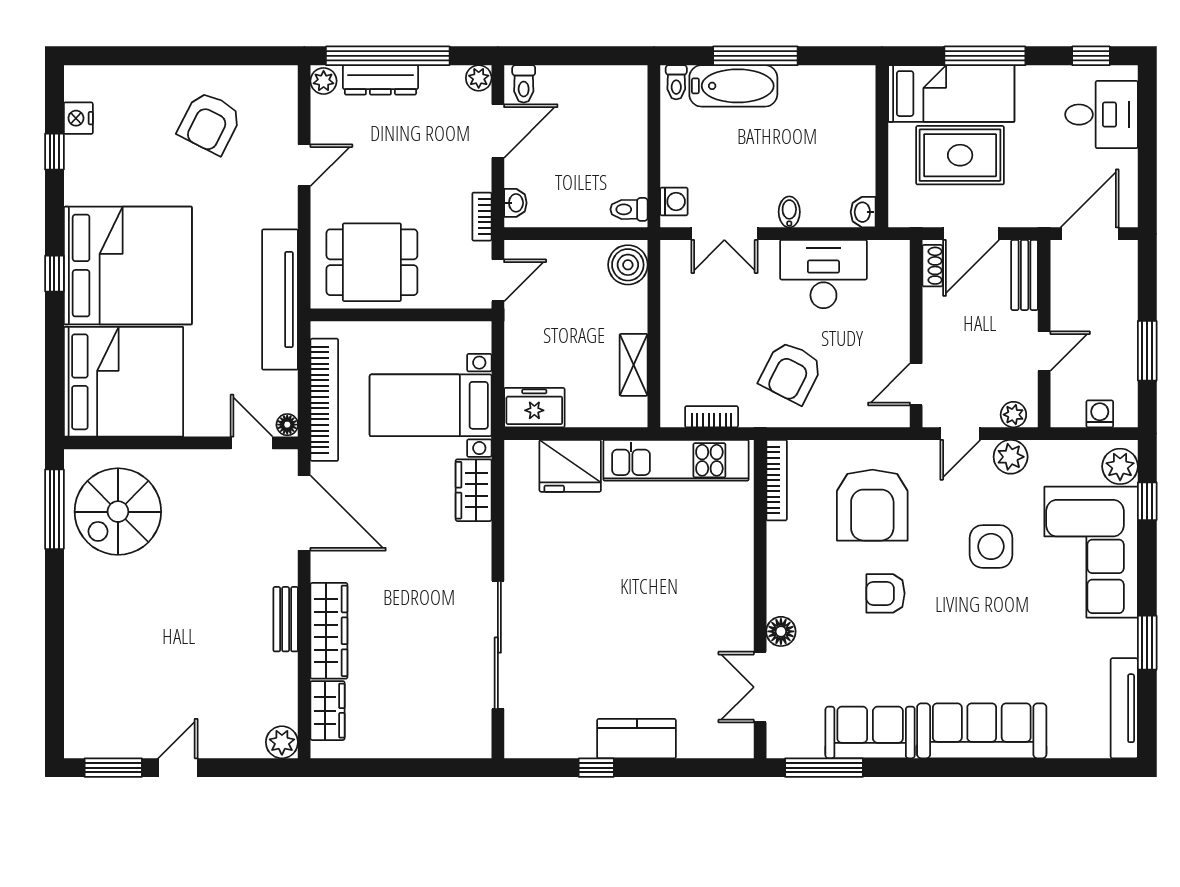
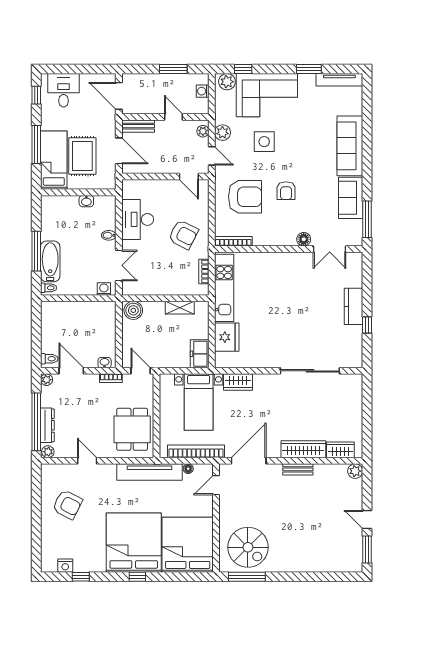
toilet: (629, 209) -> (108, 310), removed
washbasin: (863, 212) -> (86, 201), moved
shoe rack: (932, 266) -> (134, 169), removed
floor lamp: (287, 425) -> (188, 469), moved

